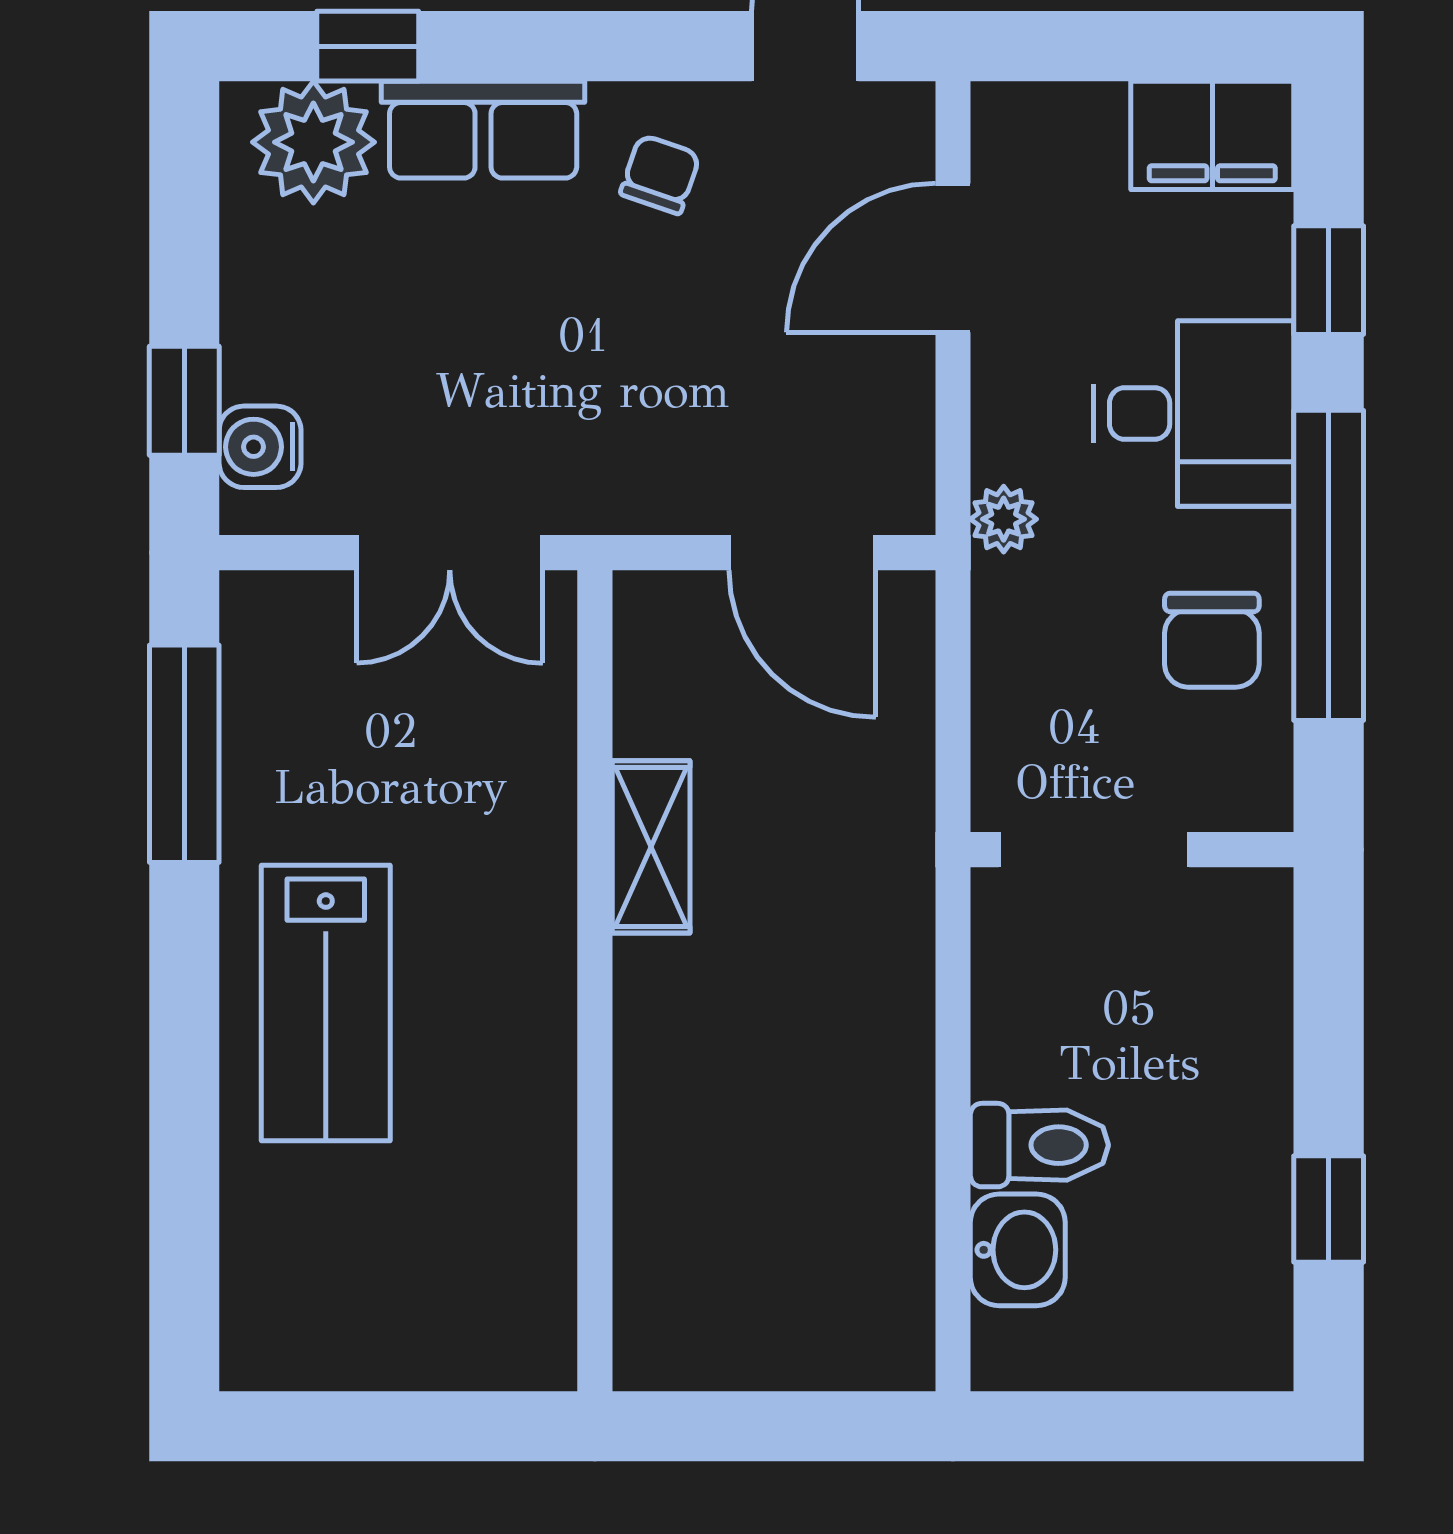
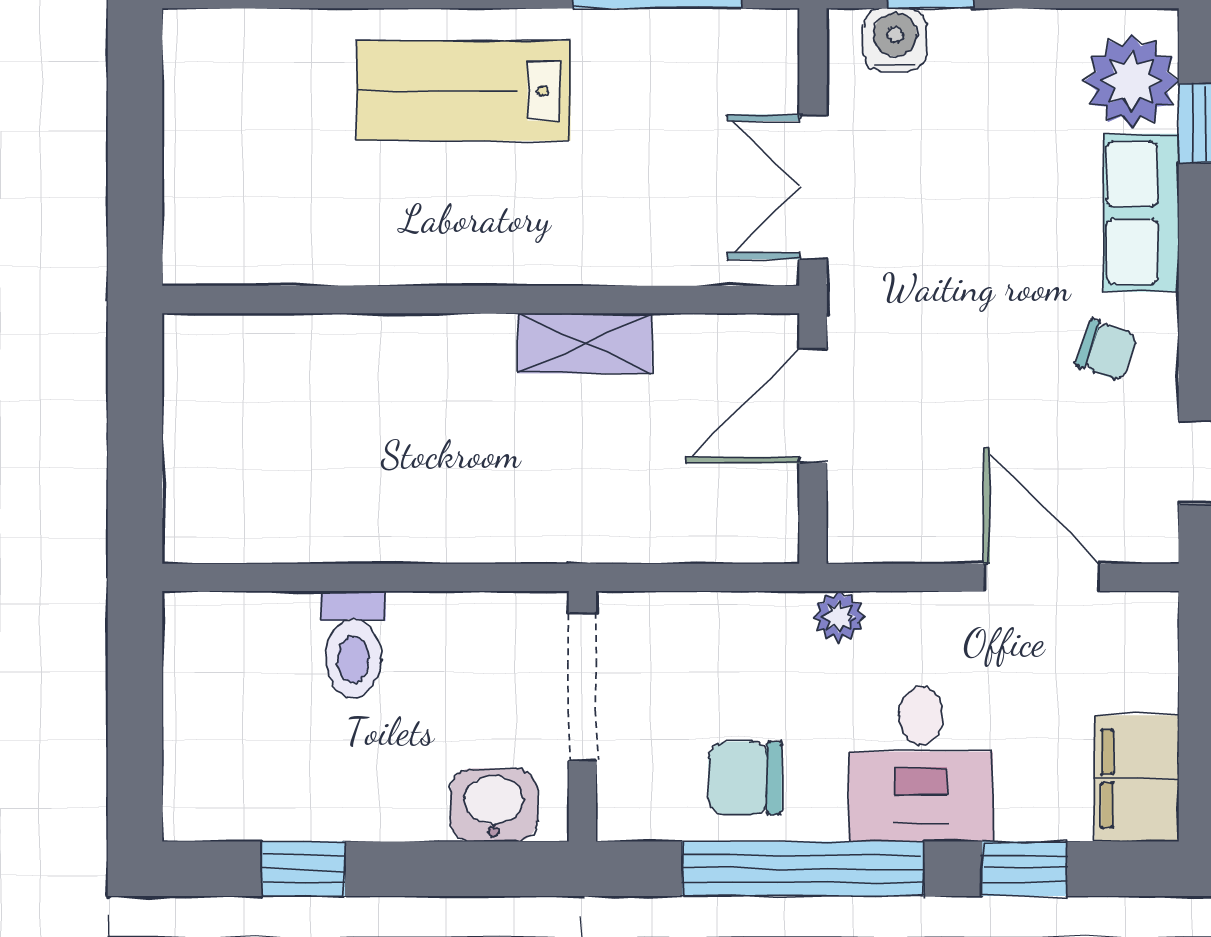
door: (802, 553) -> (813, 406), moved
washbasin: (1018, 1250) -> (494, 805), moved, turned 180

